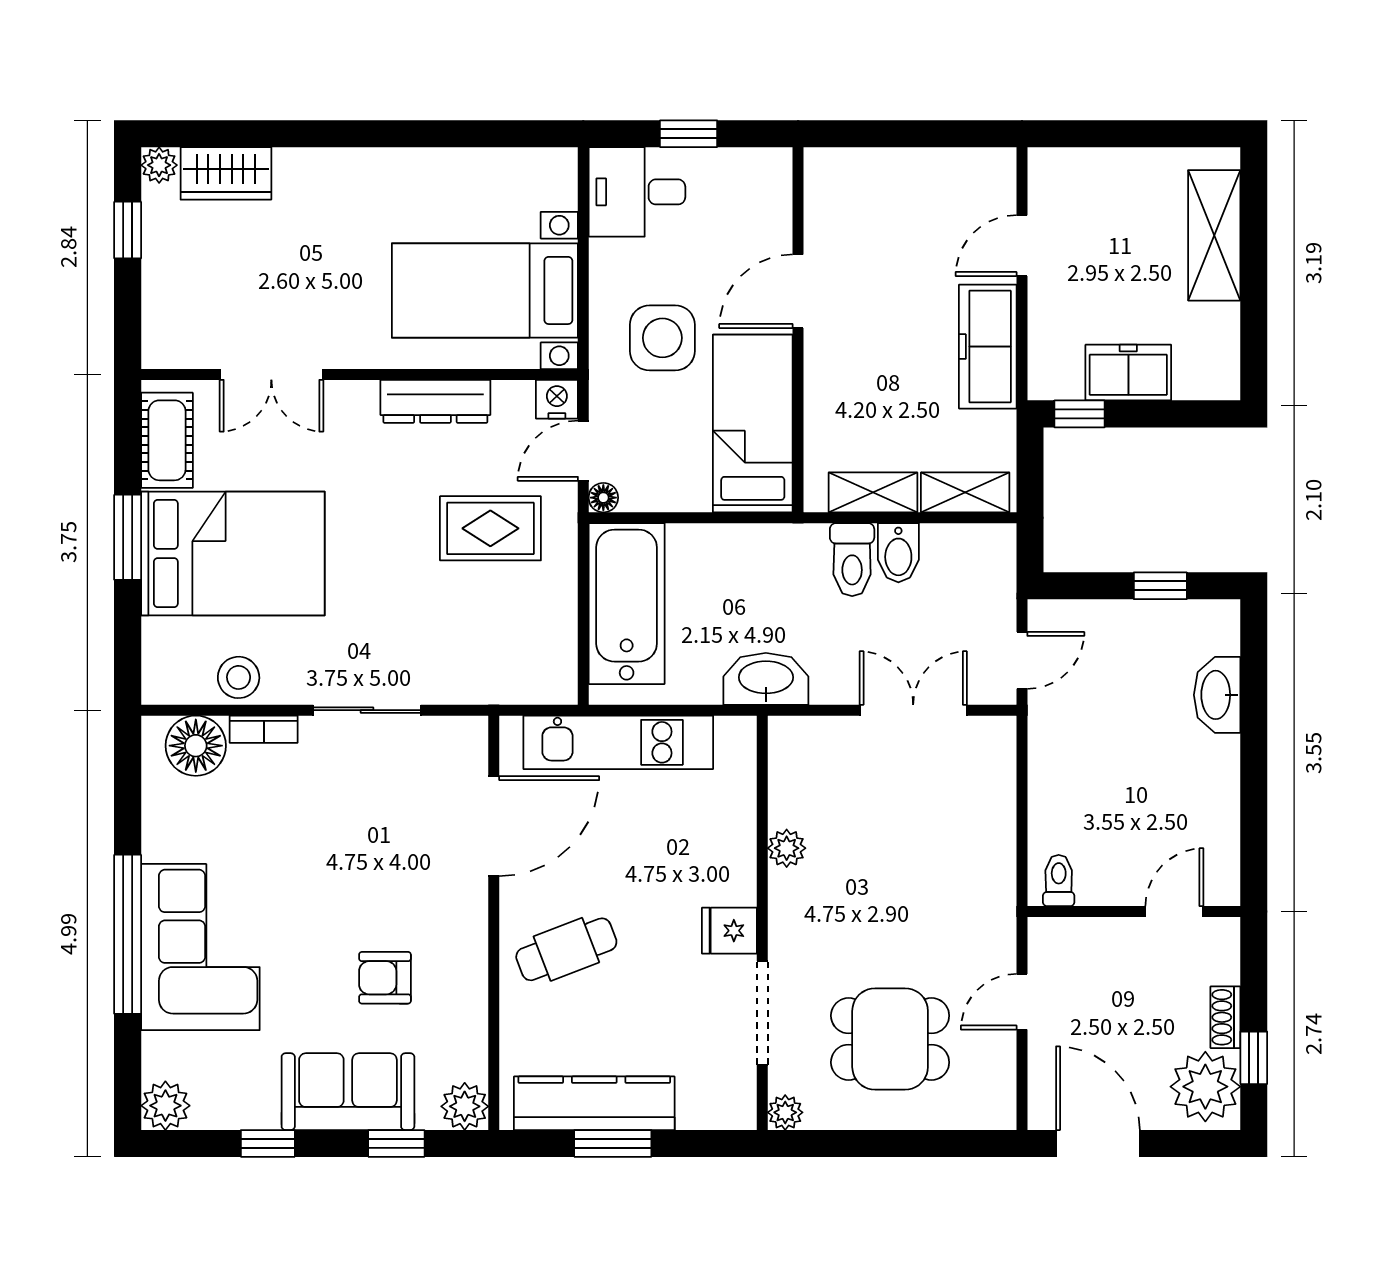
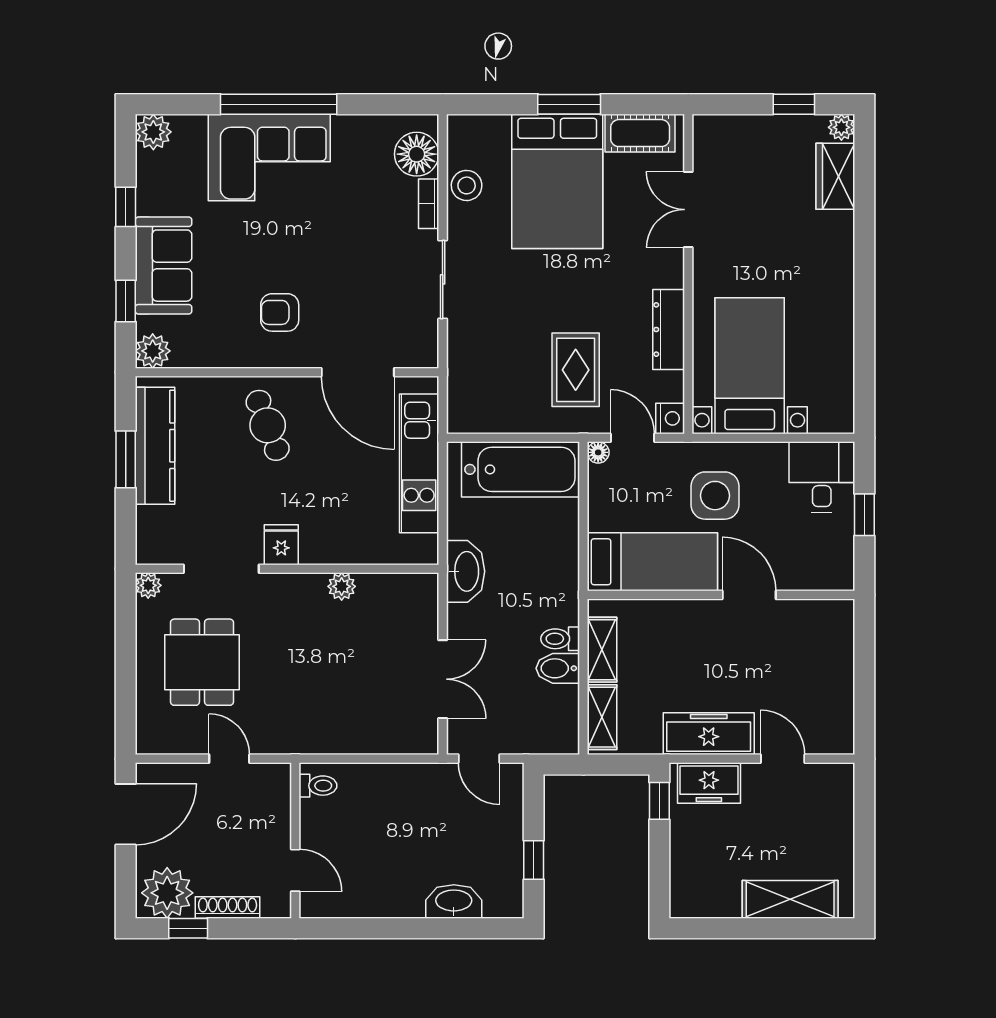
freezer: (1128, 373) -> (709, 783), moved, turned 90
toilet: (852, 560) -> (560, 639), width x0.73, depth x0.72
armchair: (385, 978) -> (280, 312), moved, turned -90
shoe rack: (1225, 1017) -> (228, 908), width x1.43

